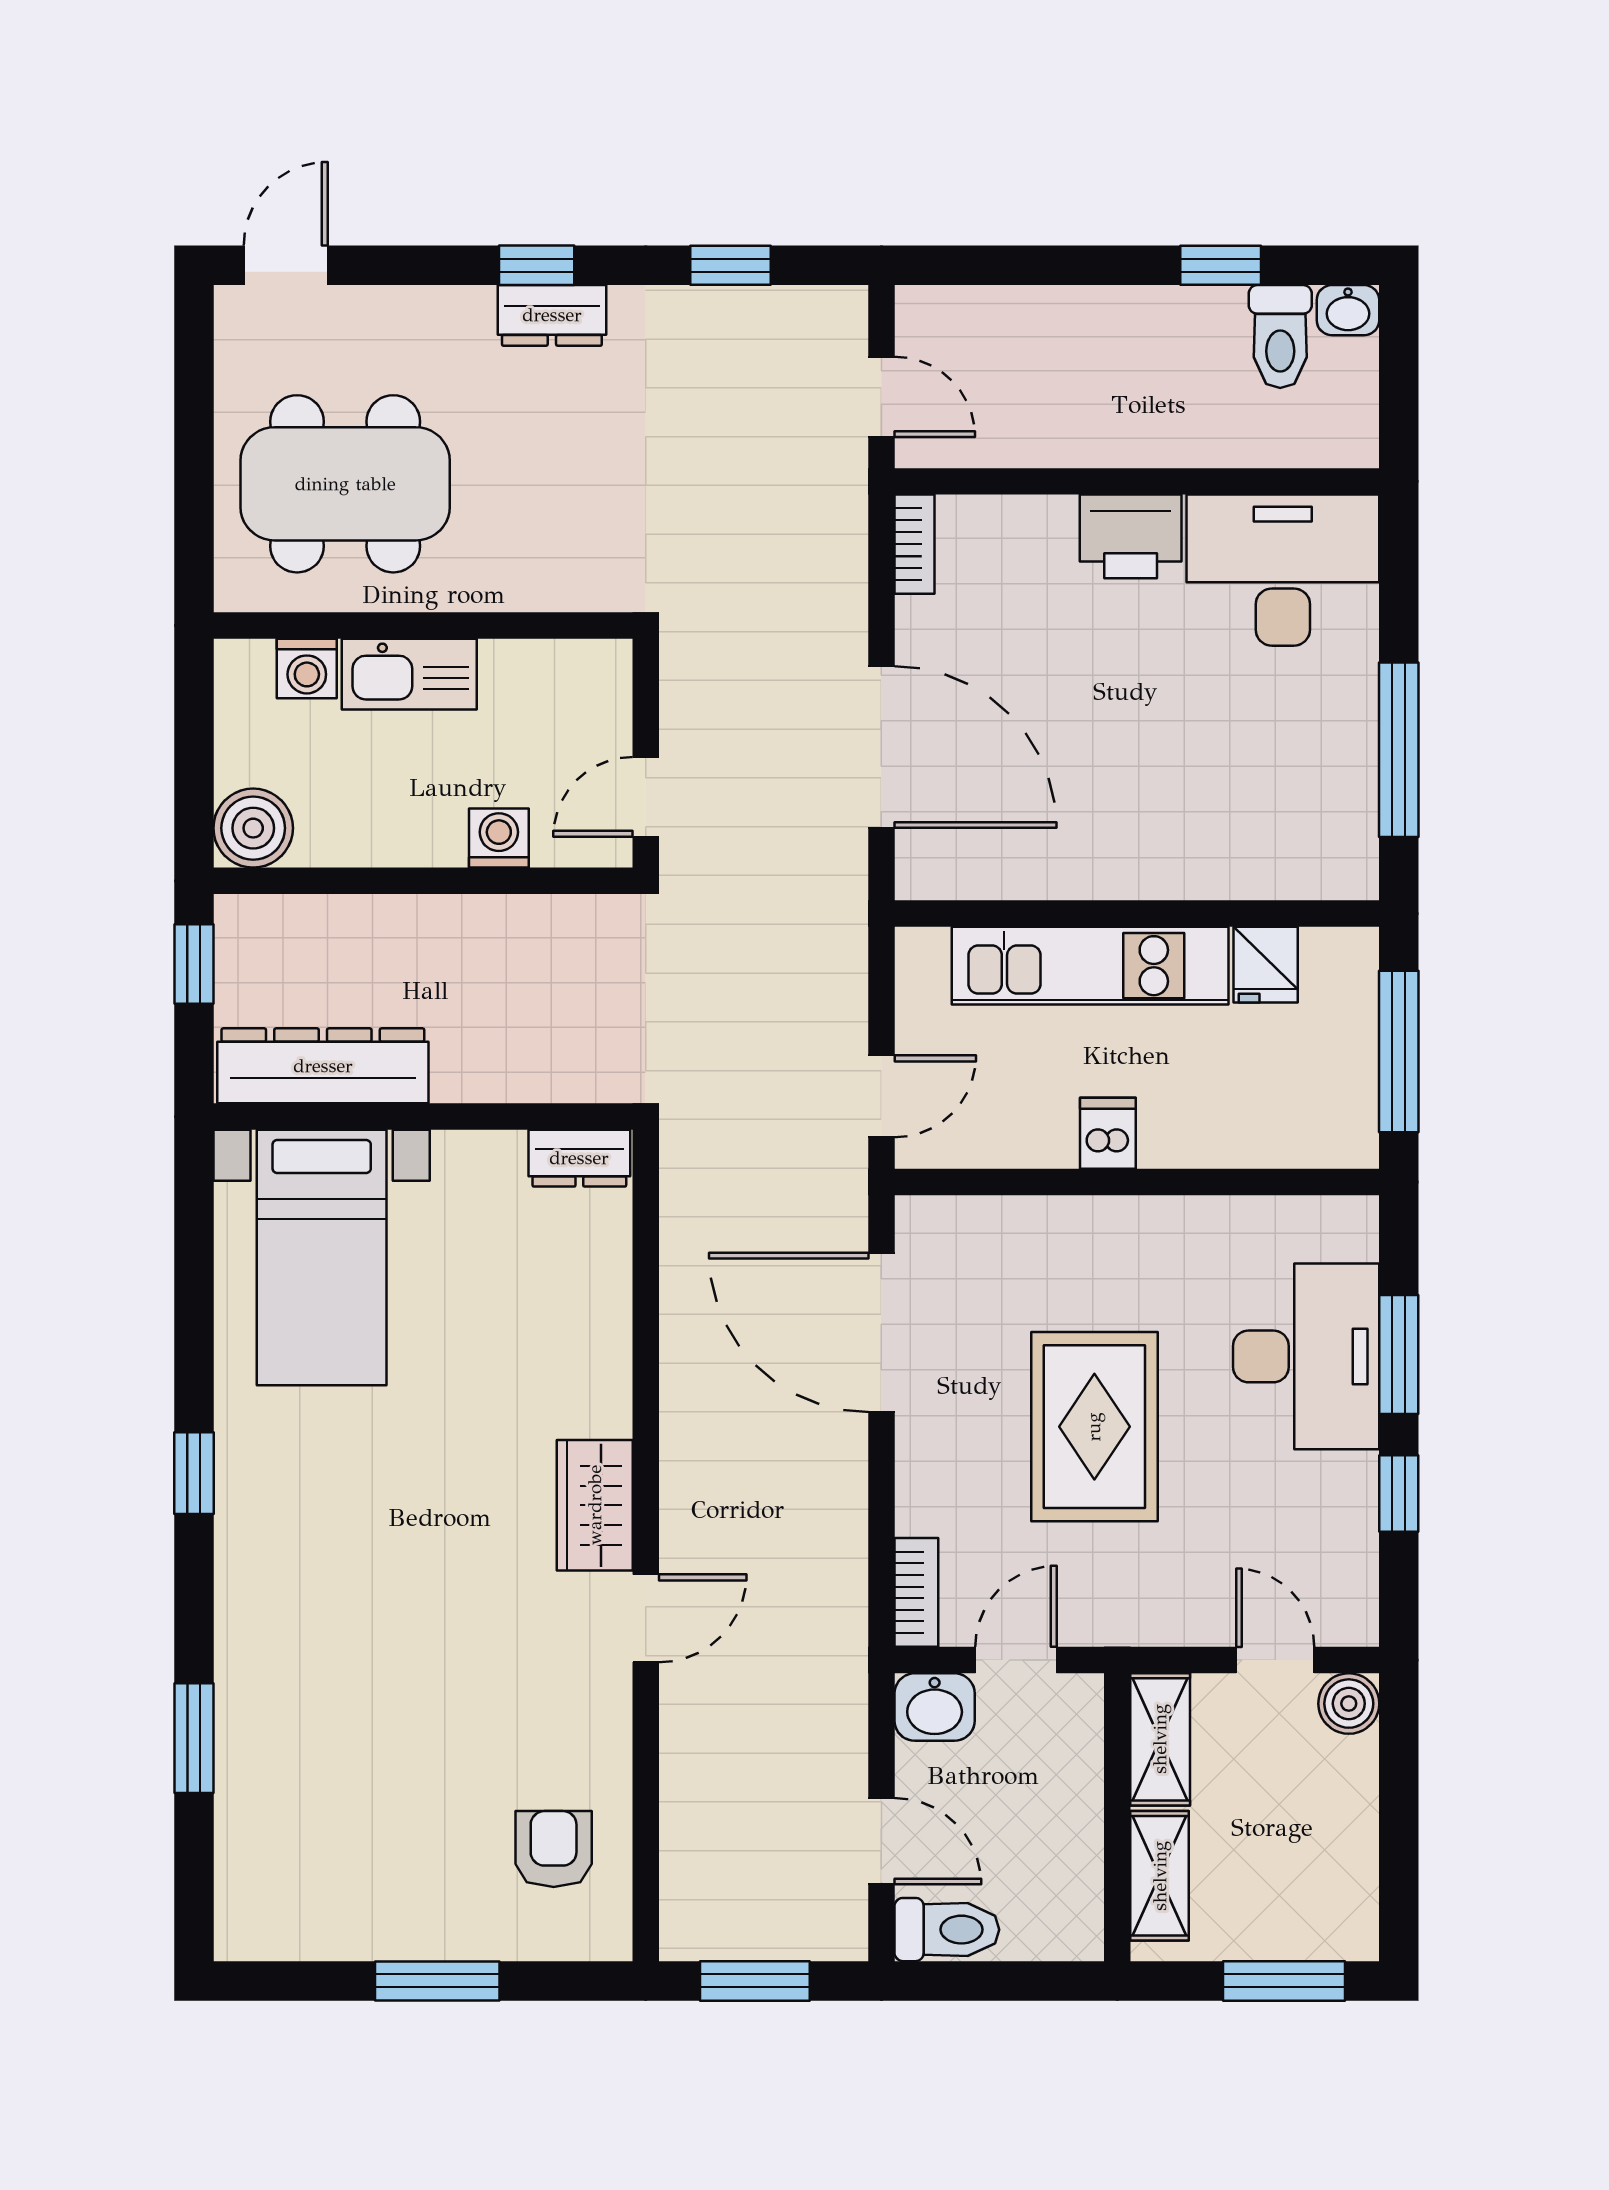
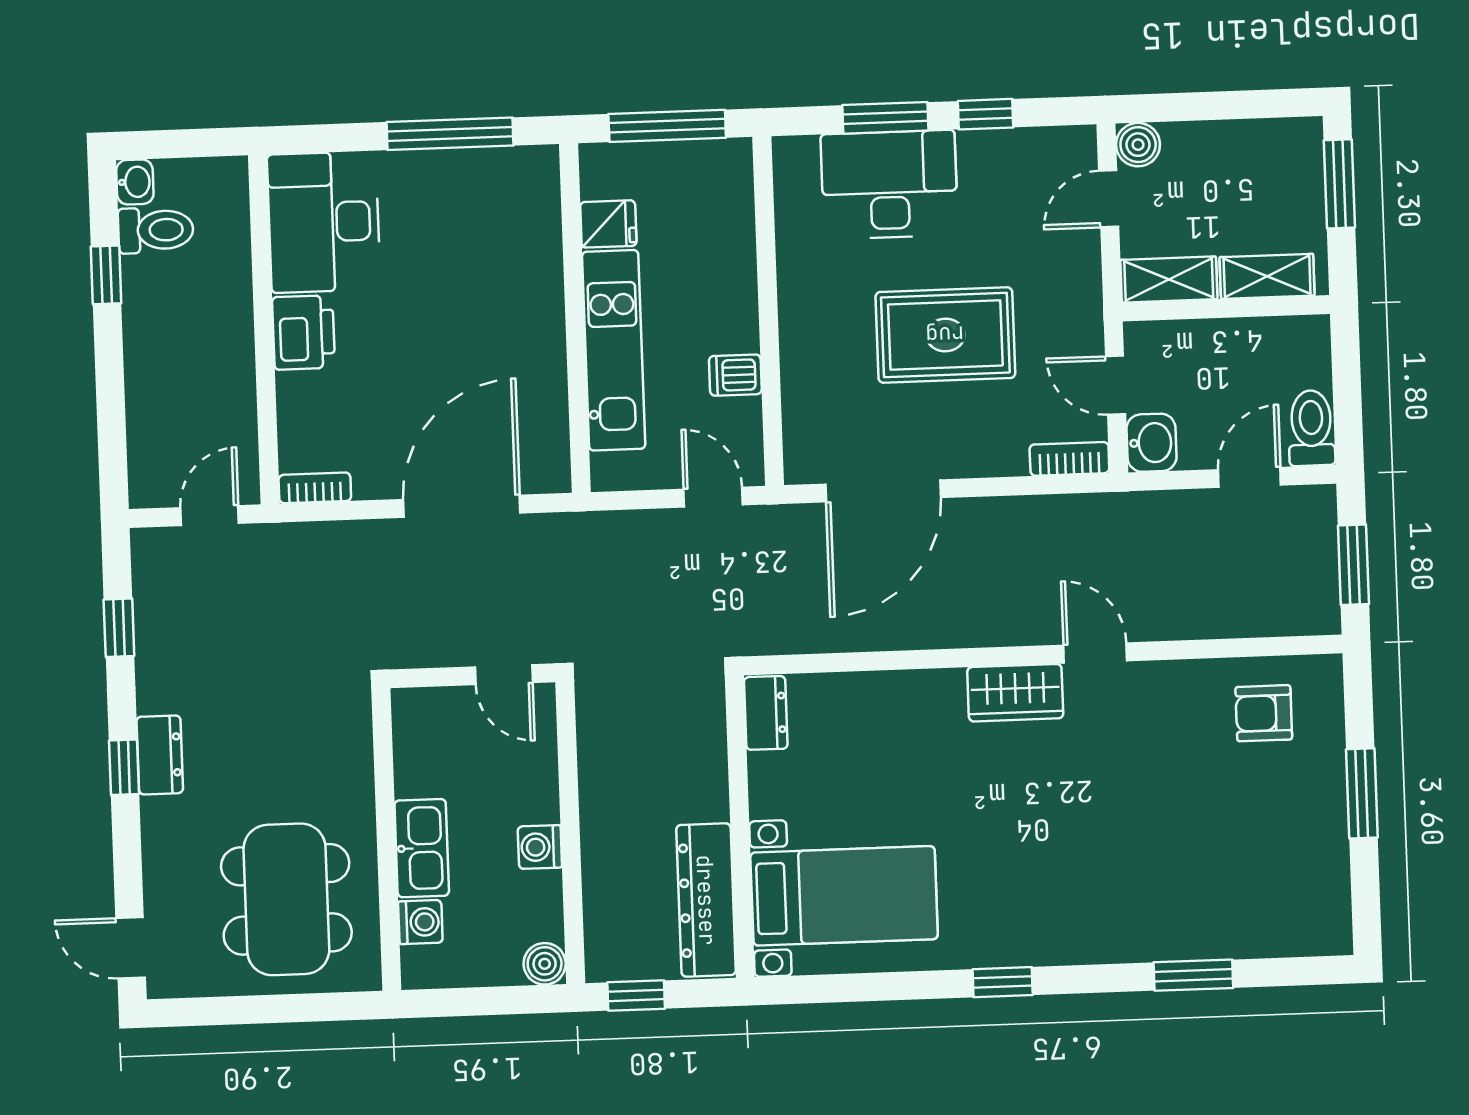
boiler: (253, 828) -> (545, 964), width x0.73, depth x0.73
washing machine: (499, 838) -> (540, 847), moved
dishwasher: (1108, 1133) -> (735, 375), moved

